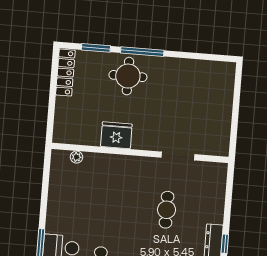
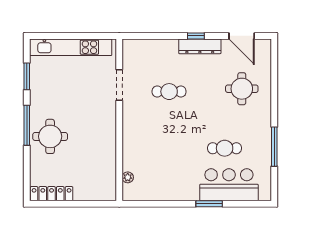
window: (96, 48) -> (27, 76), moved
kitchen unit: (223, 106) -> (71, 47), added
fridge: (116, 135) -> (105, 143), removed

